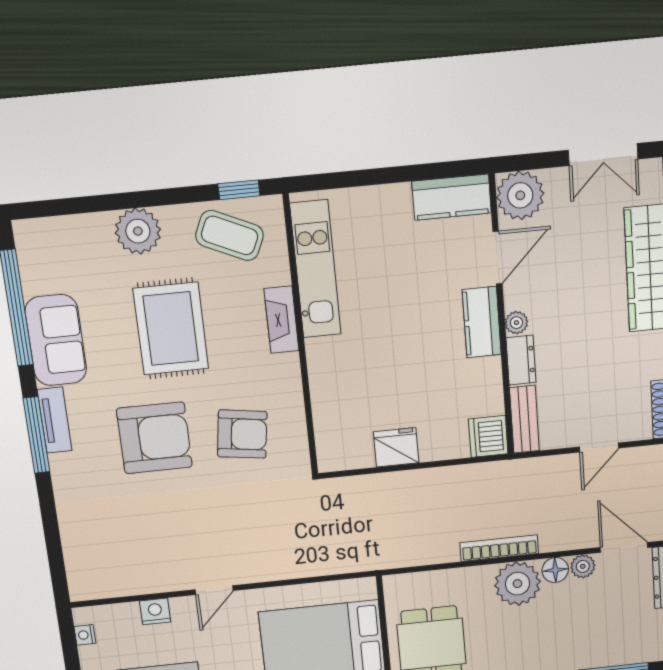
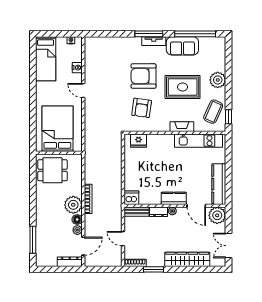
kitchen counter: (452, 197) -> (219, 184), width x1.50
armchair: (154, 438) -> (144, 76), turned 90
fridge: (396, 447) -> (139, 141), moved, turned 90

